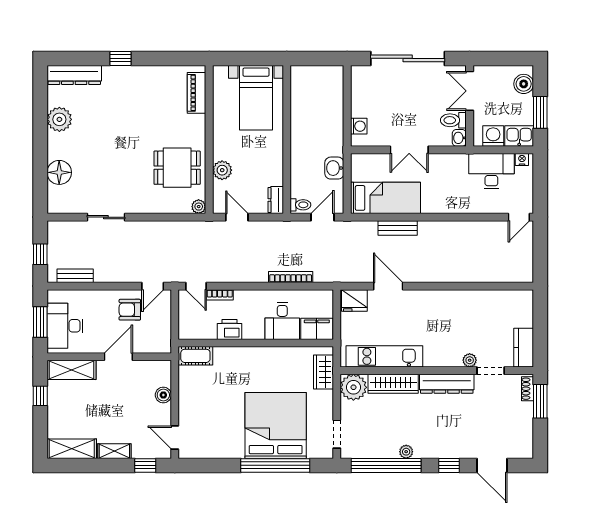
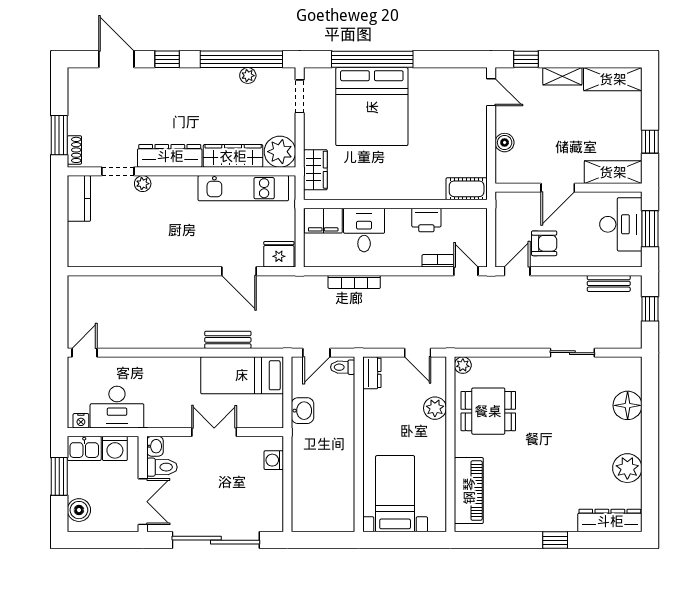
piano: (197, 93) -> (469, 491), width x1.37, depth x1.33
plant: (406, 452) -> (248, 76), moved

